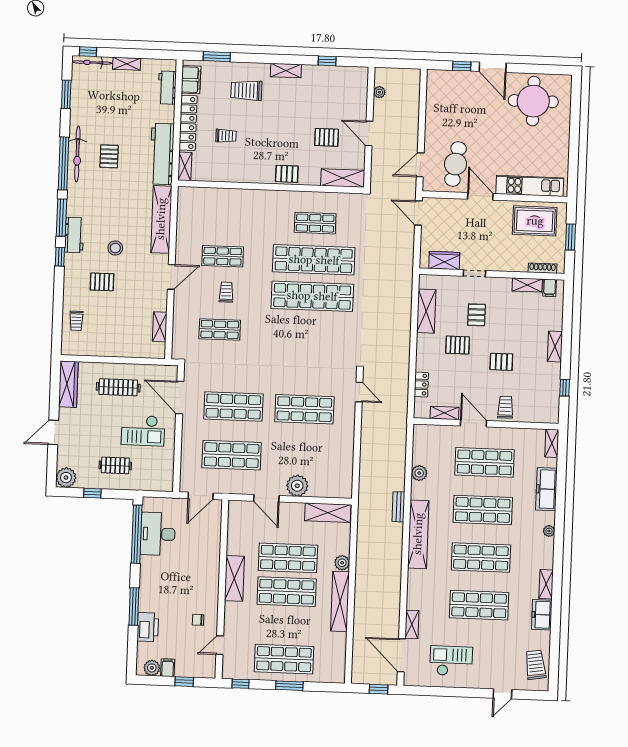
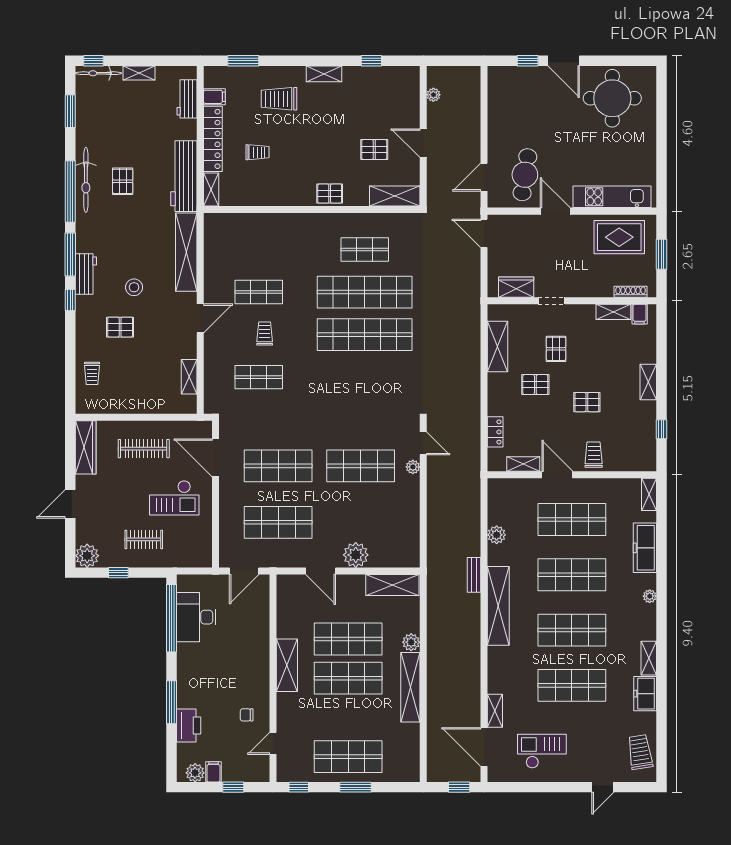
filing cabinet: (191, 80) -> (214, 97), width x0.50
plant: (349, 412) -> (413, 467), added

